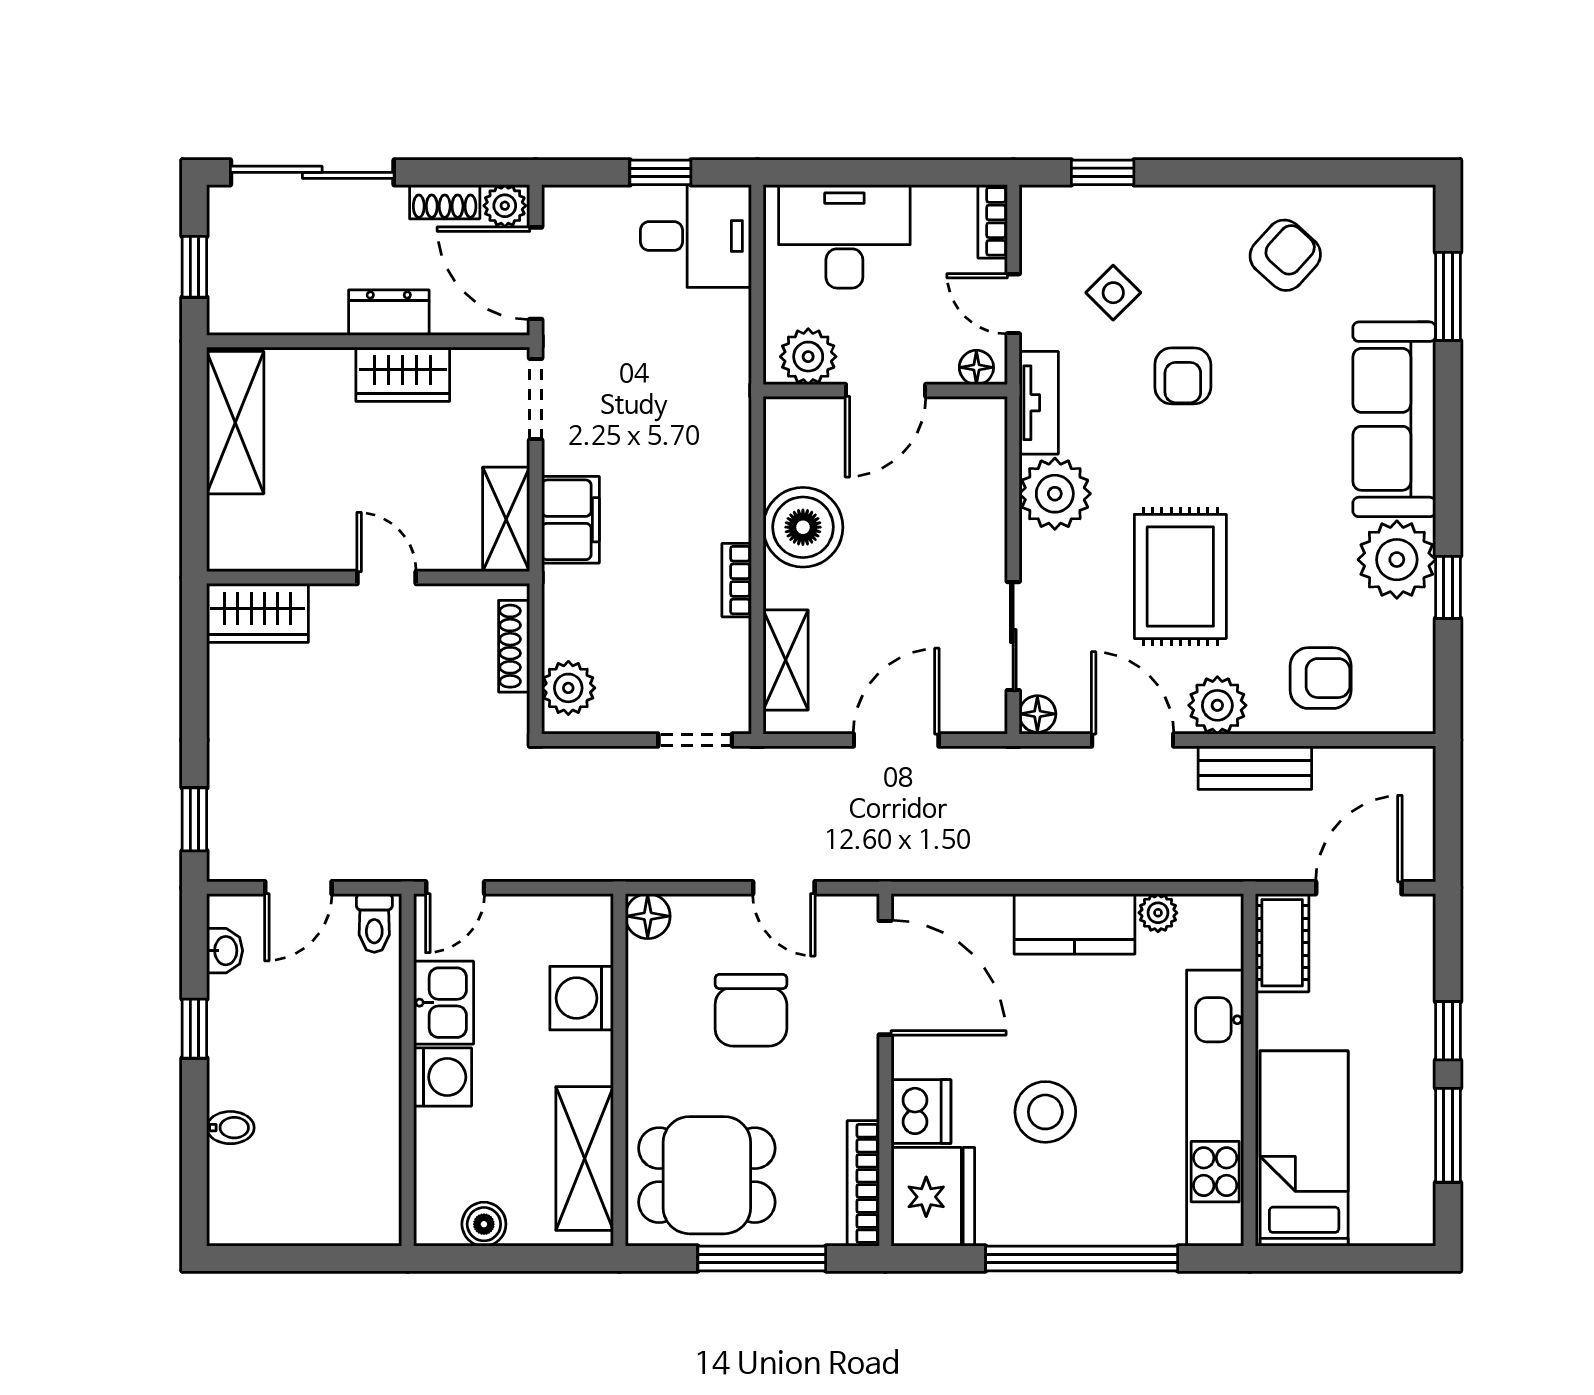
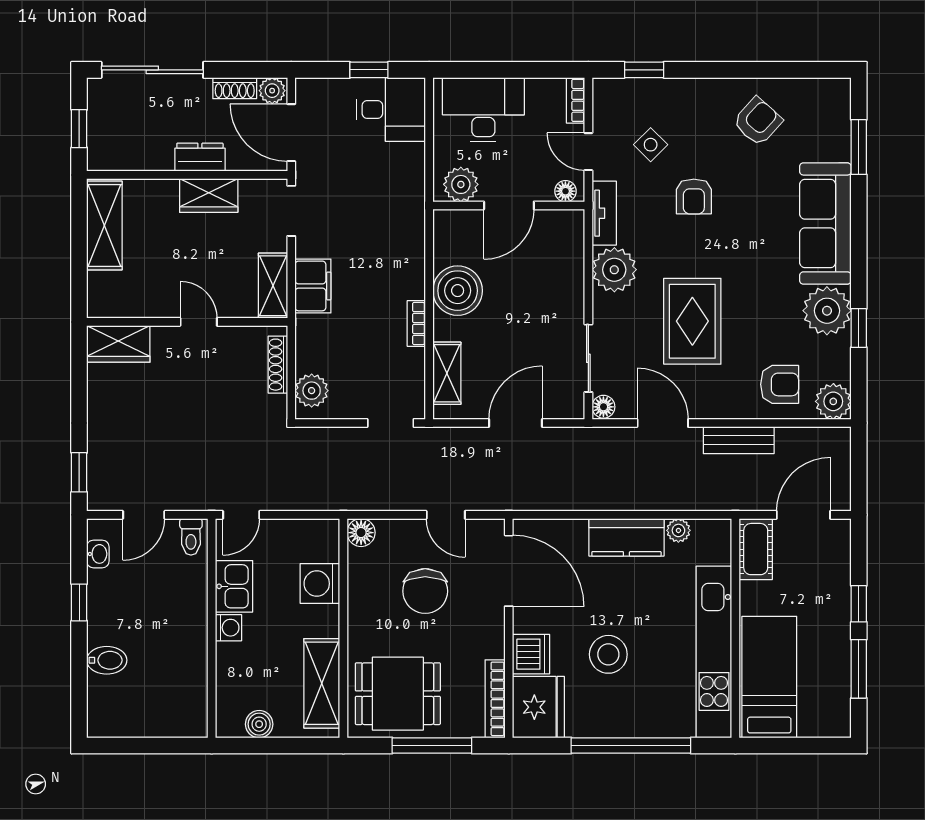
plant: (1217, 705) -> (833, 401), moved
washing machine: (443, 1077) -> (228, 628), width x0.73, depth x0.73
bidet: (230, 1128) -> (107, 660), width x1.38, depth x1.36

